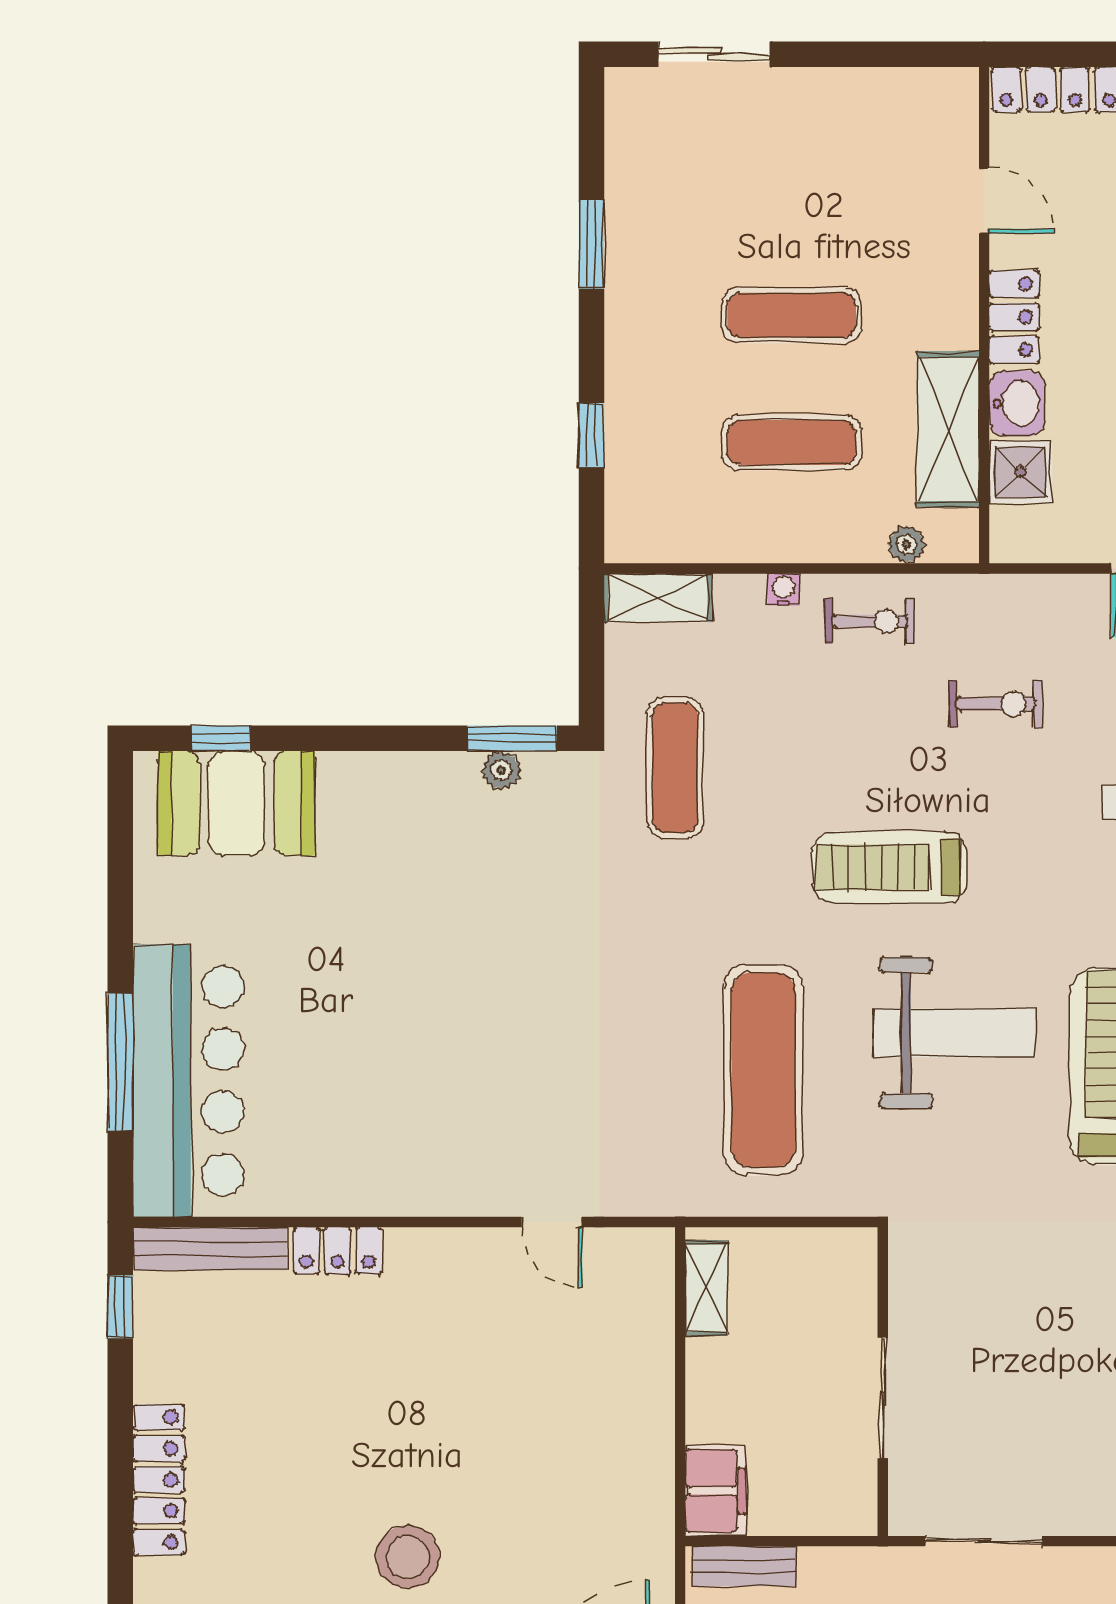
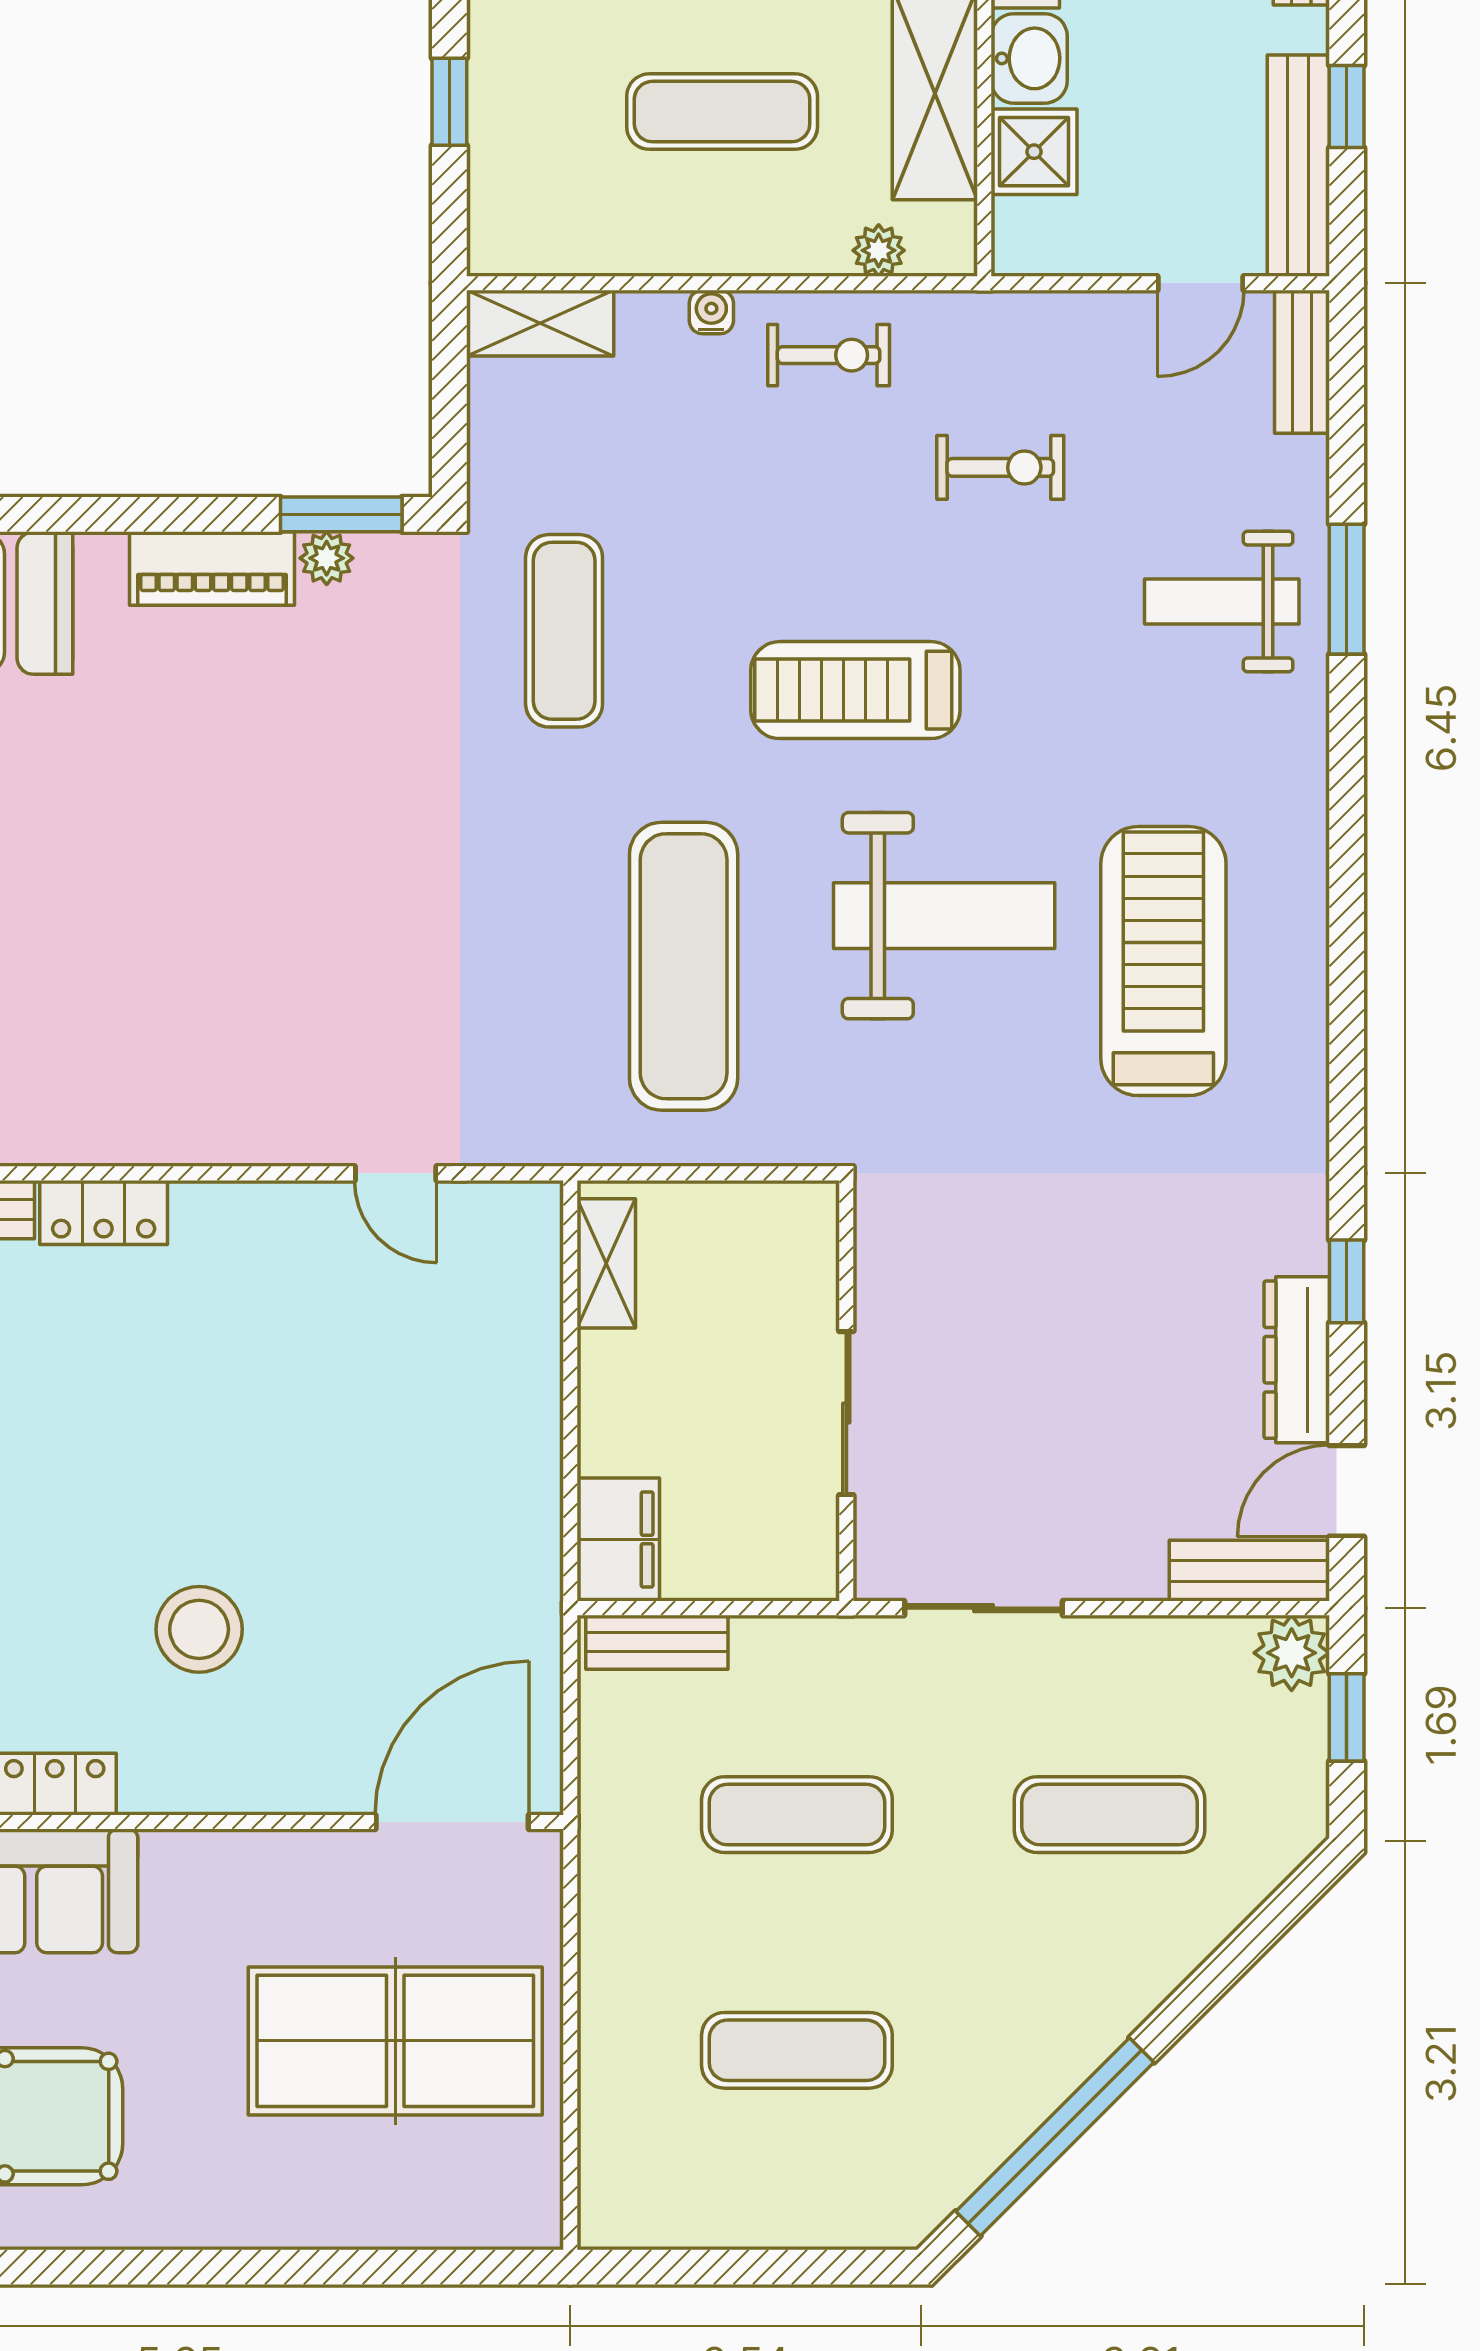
exercise mat: (675, 768) -> (564, 631), moved
piano: (417, 778) -> (212, 568), added

